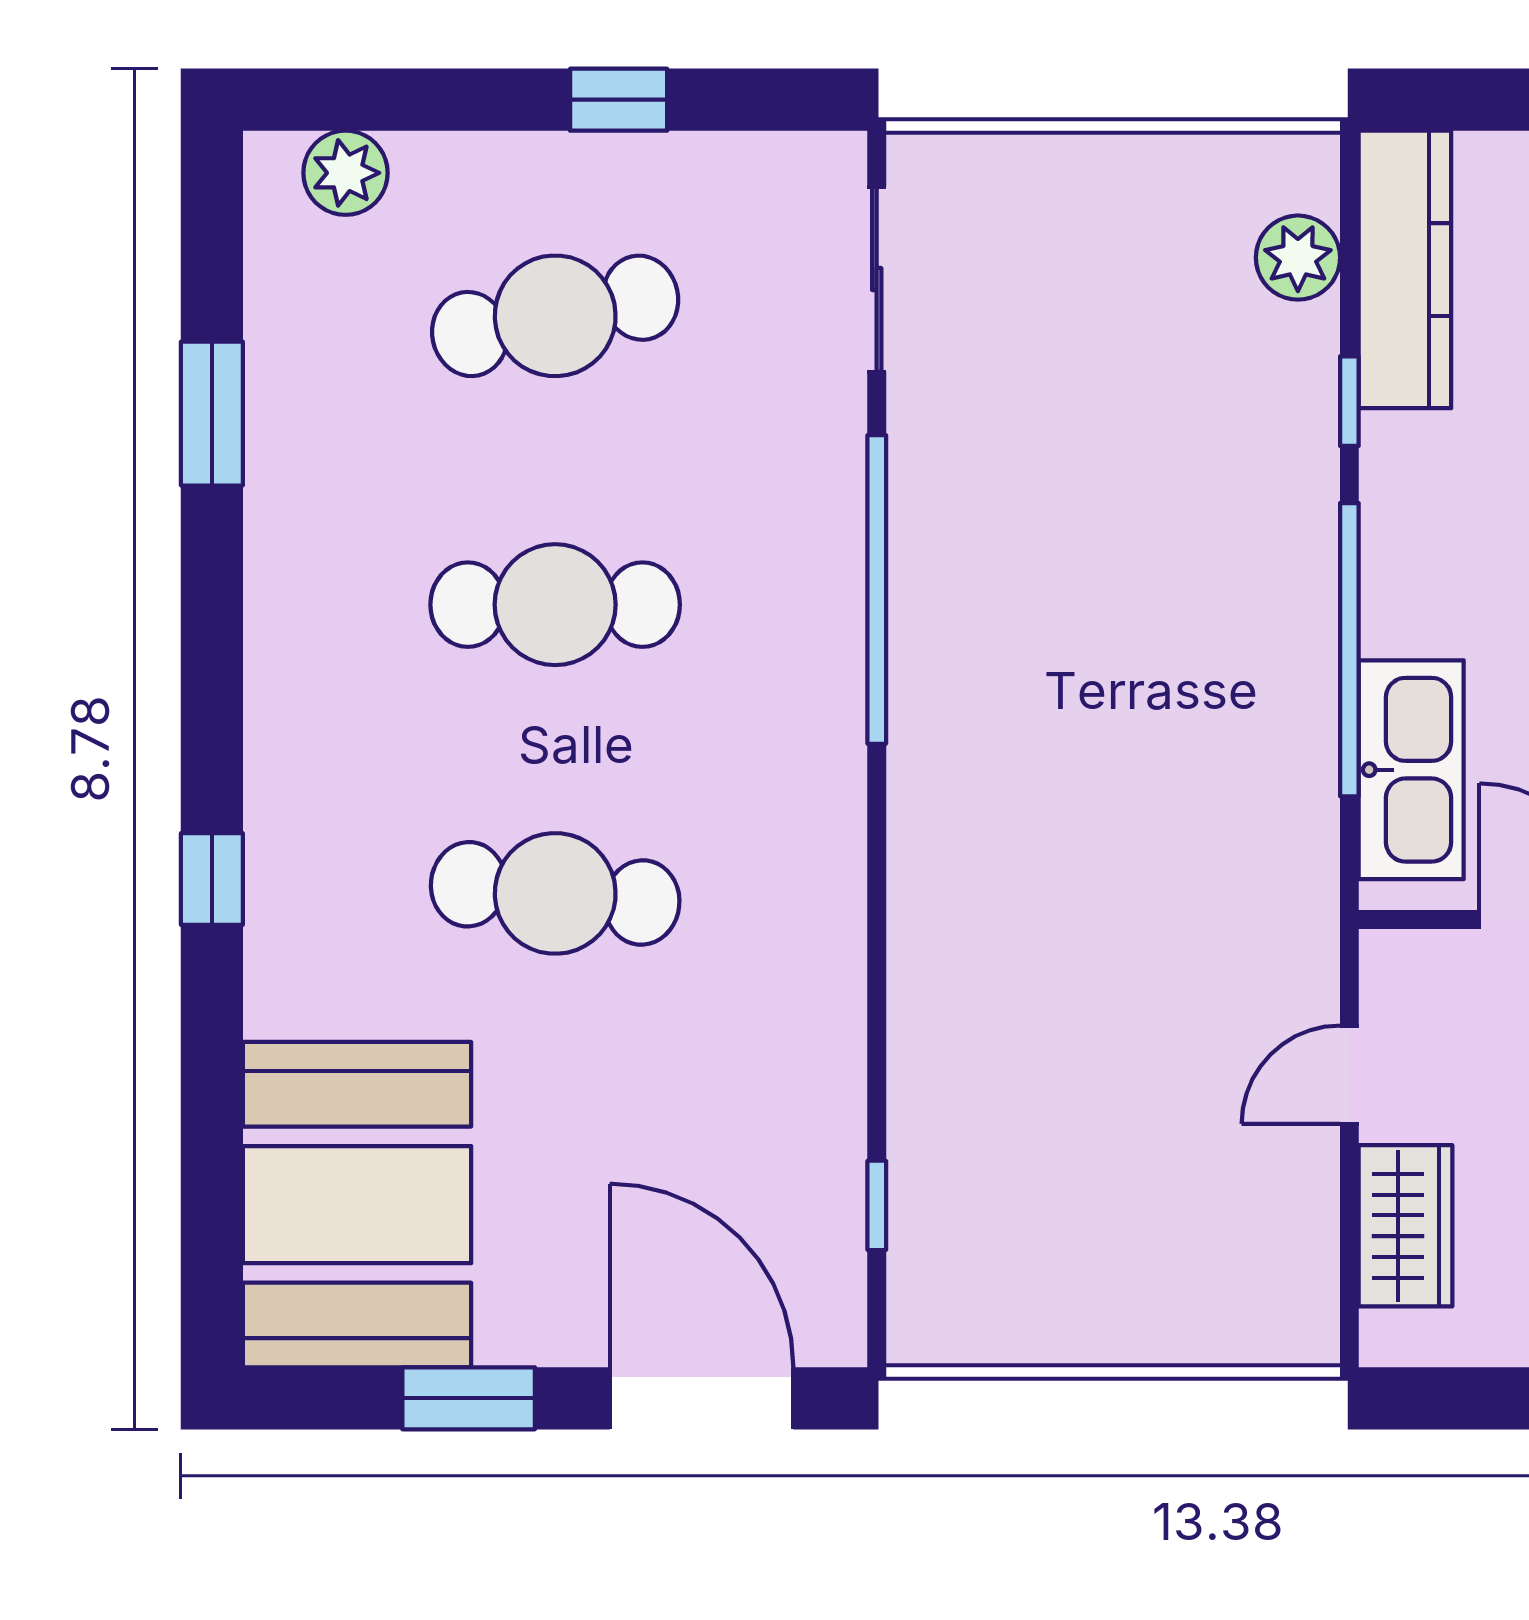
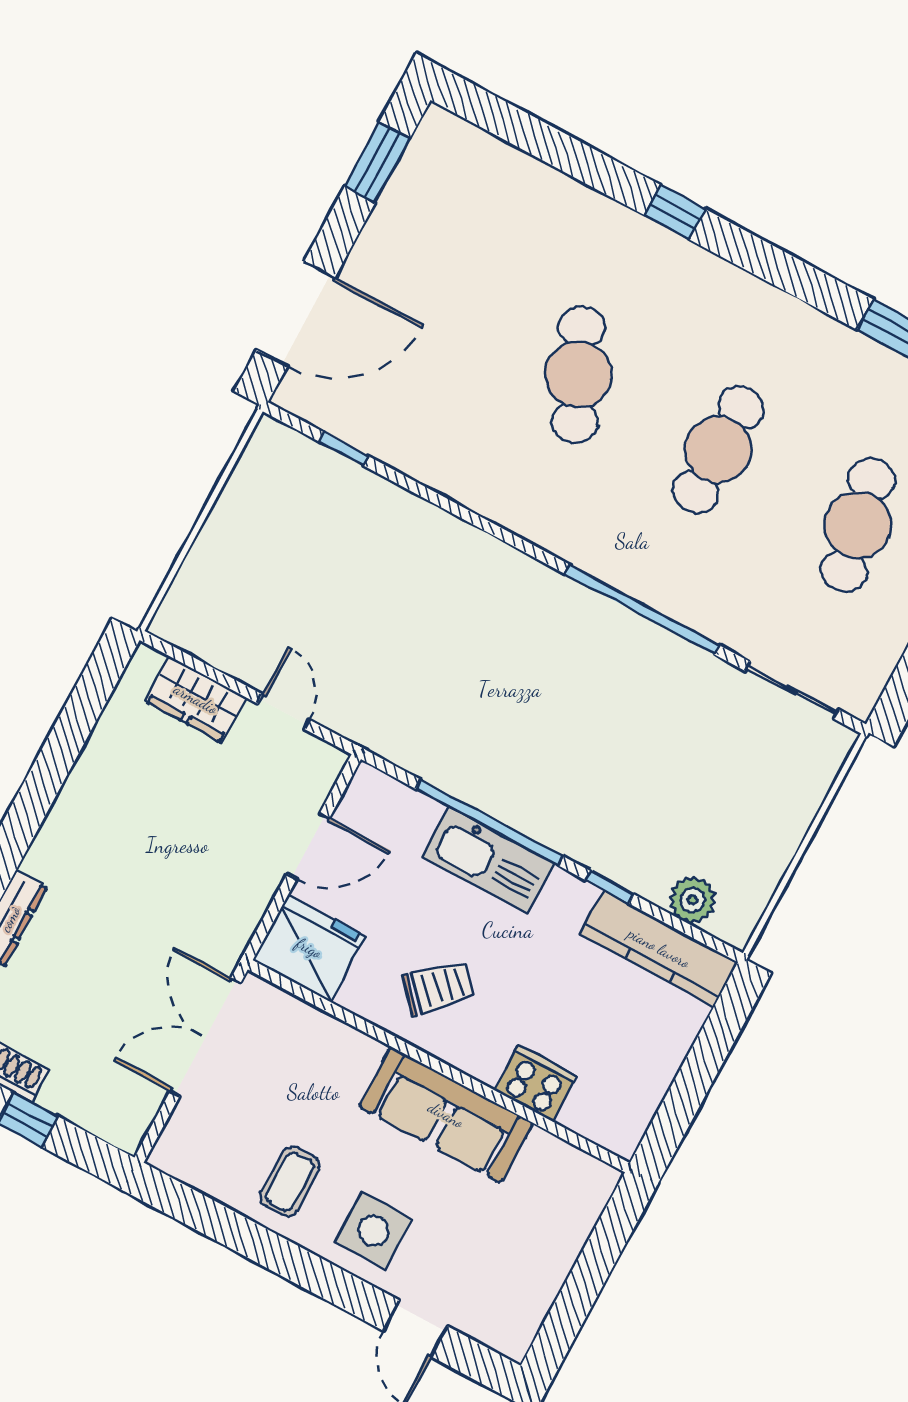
kitchen sink: (1411, 770) -> (488, 860), moved
cafe table: (555, 893) -> (578, 375), turned -30
booth: (357, 1205) -> (479, 197), removed
window: (469, 1398) -> (377, 162), moved

